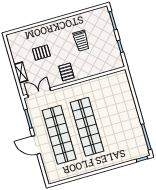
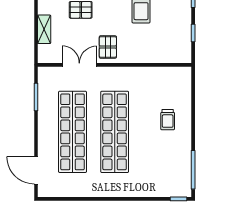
double door: (39, 93) -> (79, 65), moved
trolley: (120, 109) -> (168, 120), added
door: (36, 145) -> (36, 170), moved

